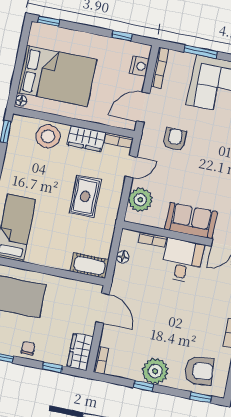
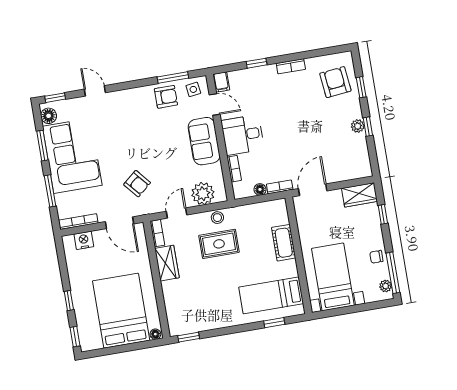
window: (122, 36) -> (69, 301), moved
stool: (48, 136) -> (217, 218), moved, width x0.53, depth x0.53
armchair: (175, 139) -> (137, 184), turned -130
door: (131, 167) -> (177, 213), hinge flipped
cot: (89, 265) -> (284, 243), moved
chair: (28, 348) -> (376, 257), moved
bookcase: (101, 360) -> (280, 187), moved
plant: (155, 371) -> (358, 126), width x0.53, depth x0.53
window: (201, 397) -> (361, 87), moved

